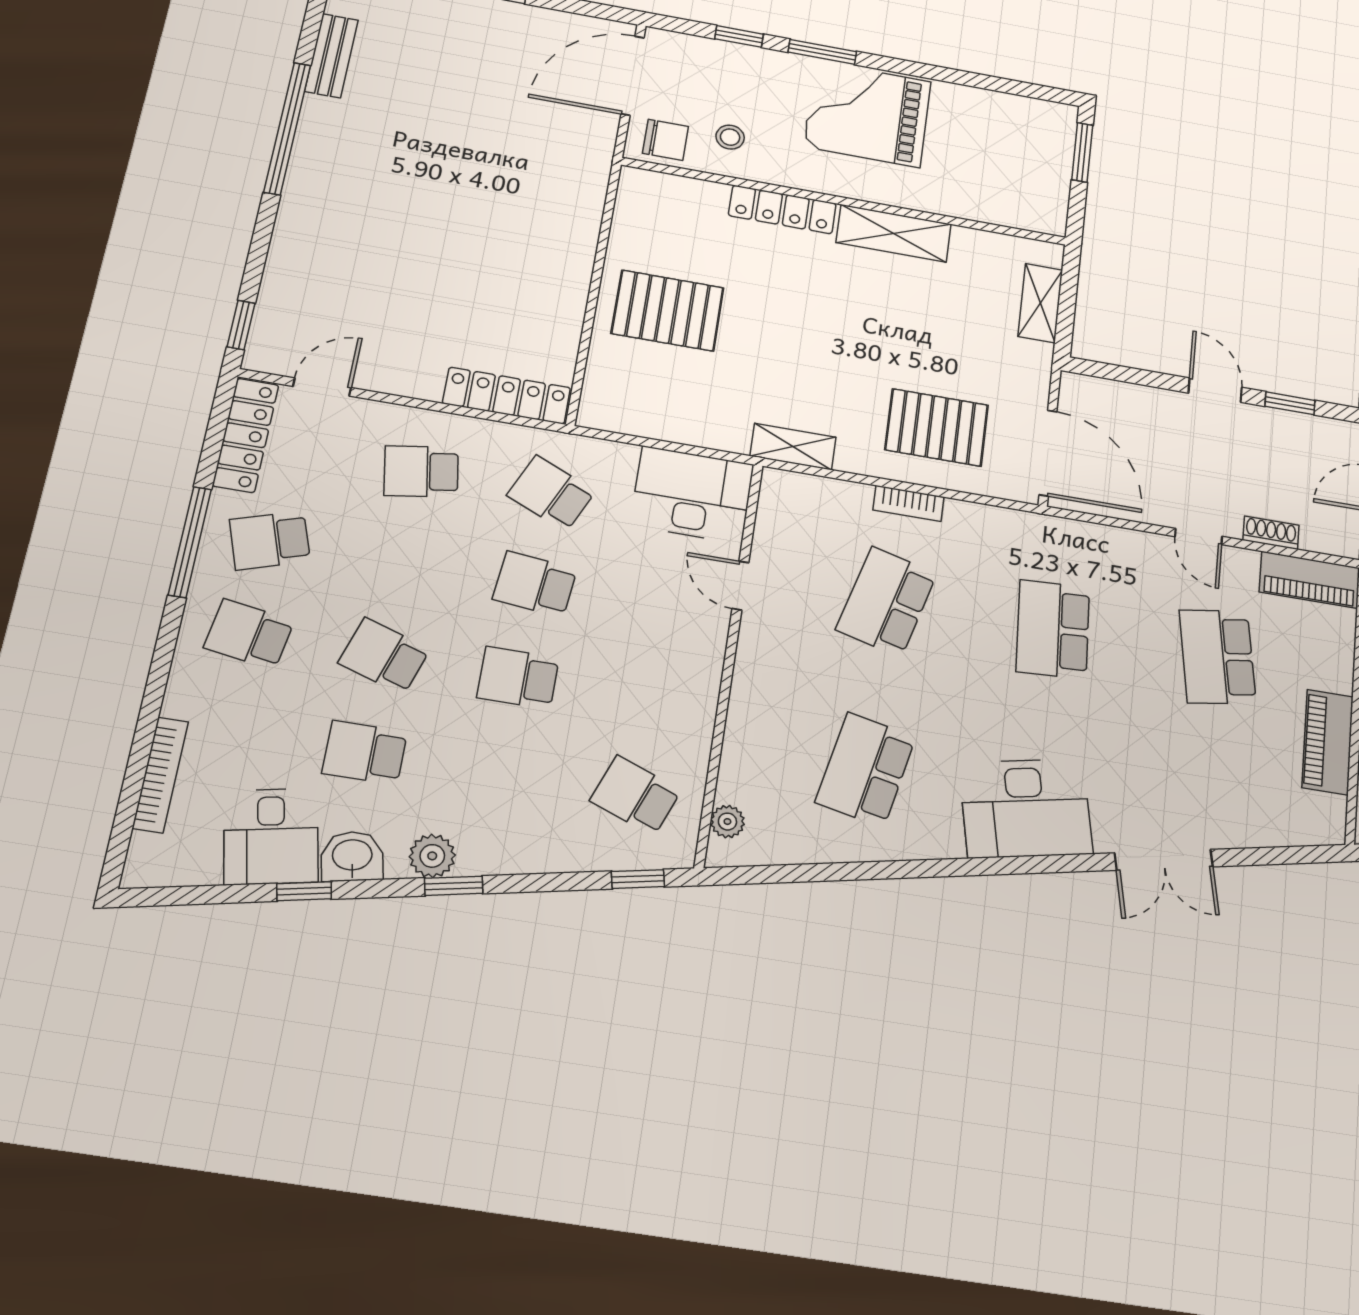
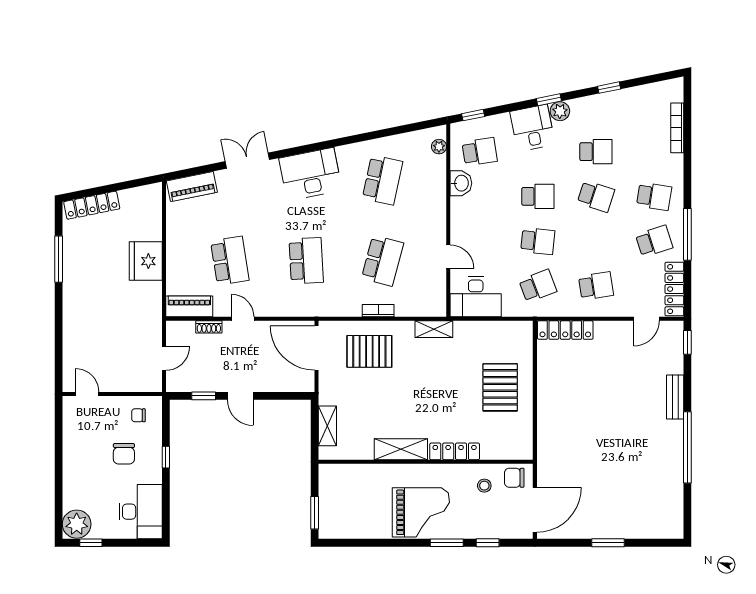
bench: (331, 56) -> (675, 397), moved
pallet: (668, 311) -> (500, 387), turned 90
school desk: (551, 493) -> (538, 286), turned -45
piano: (1328, 742) -> (192, 187), moved, turned 79
school desk: (635, 796) -> (480, 152), turned -30
desk: (271, 836) -> (532, 128), moved
washbasin: (352, 856) -> (461, 183), moved, turned -79

